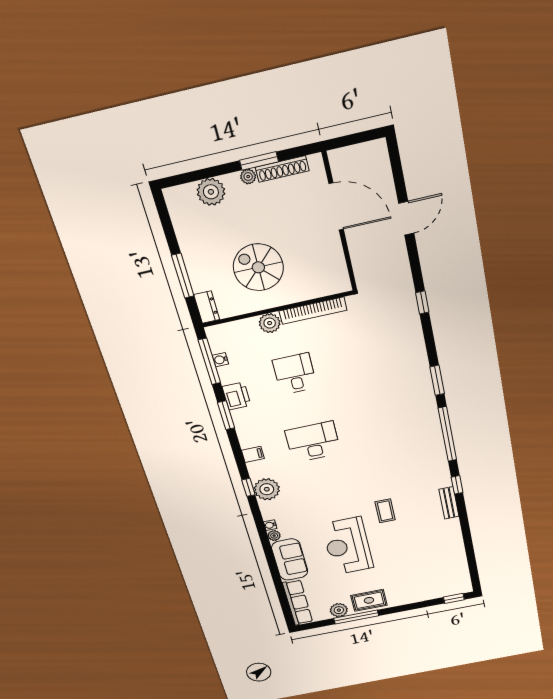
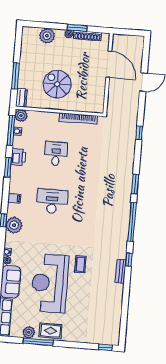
plant: (270, 323) -> (21, 116), moved
reception desk: (348, 546) -> (50, 283), width x1.36, depth x1.30

